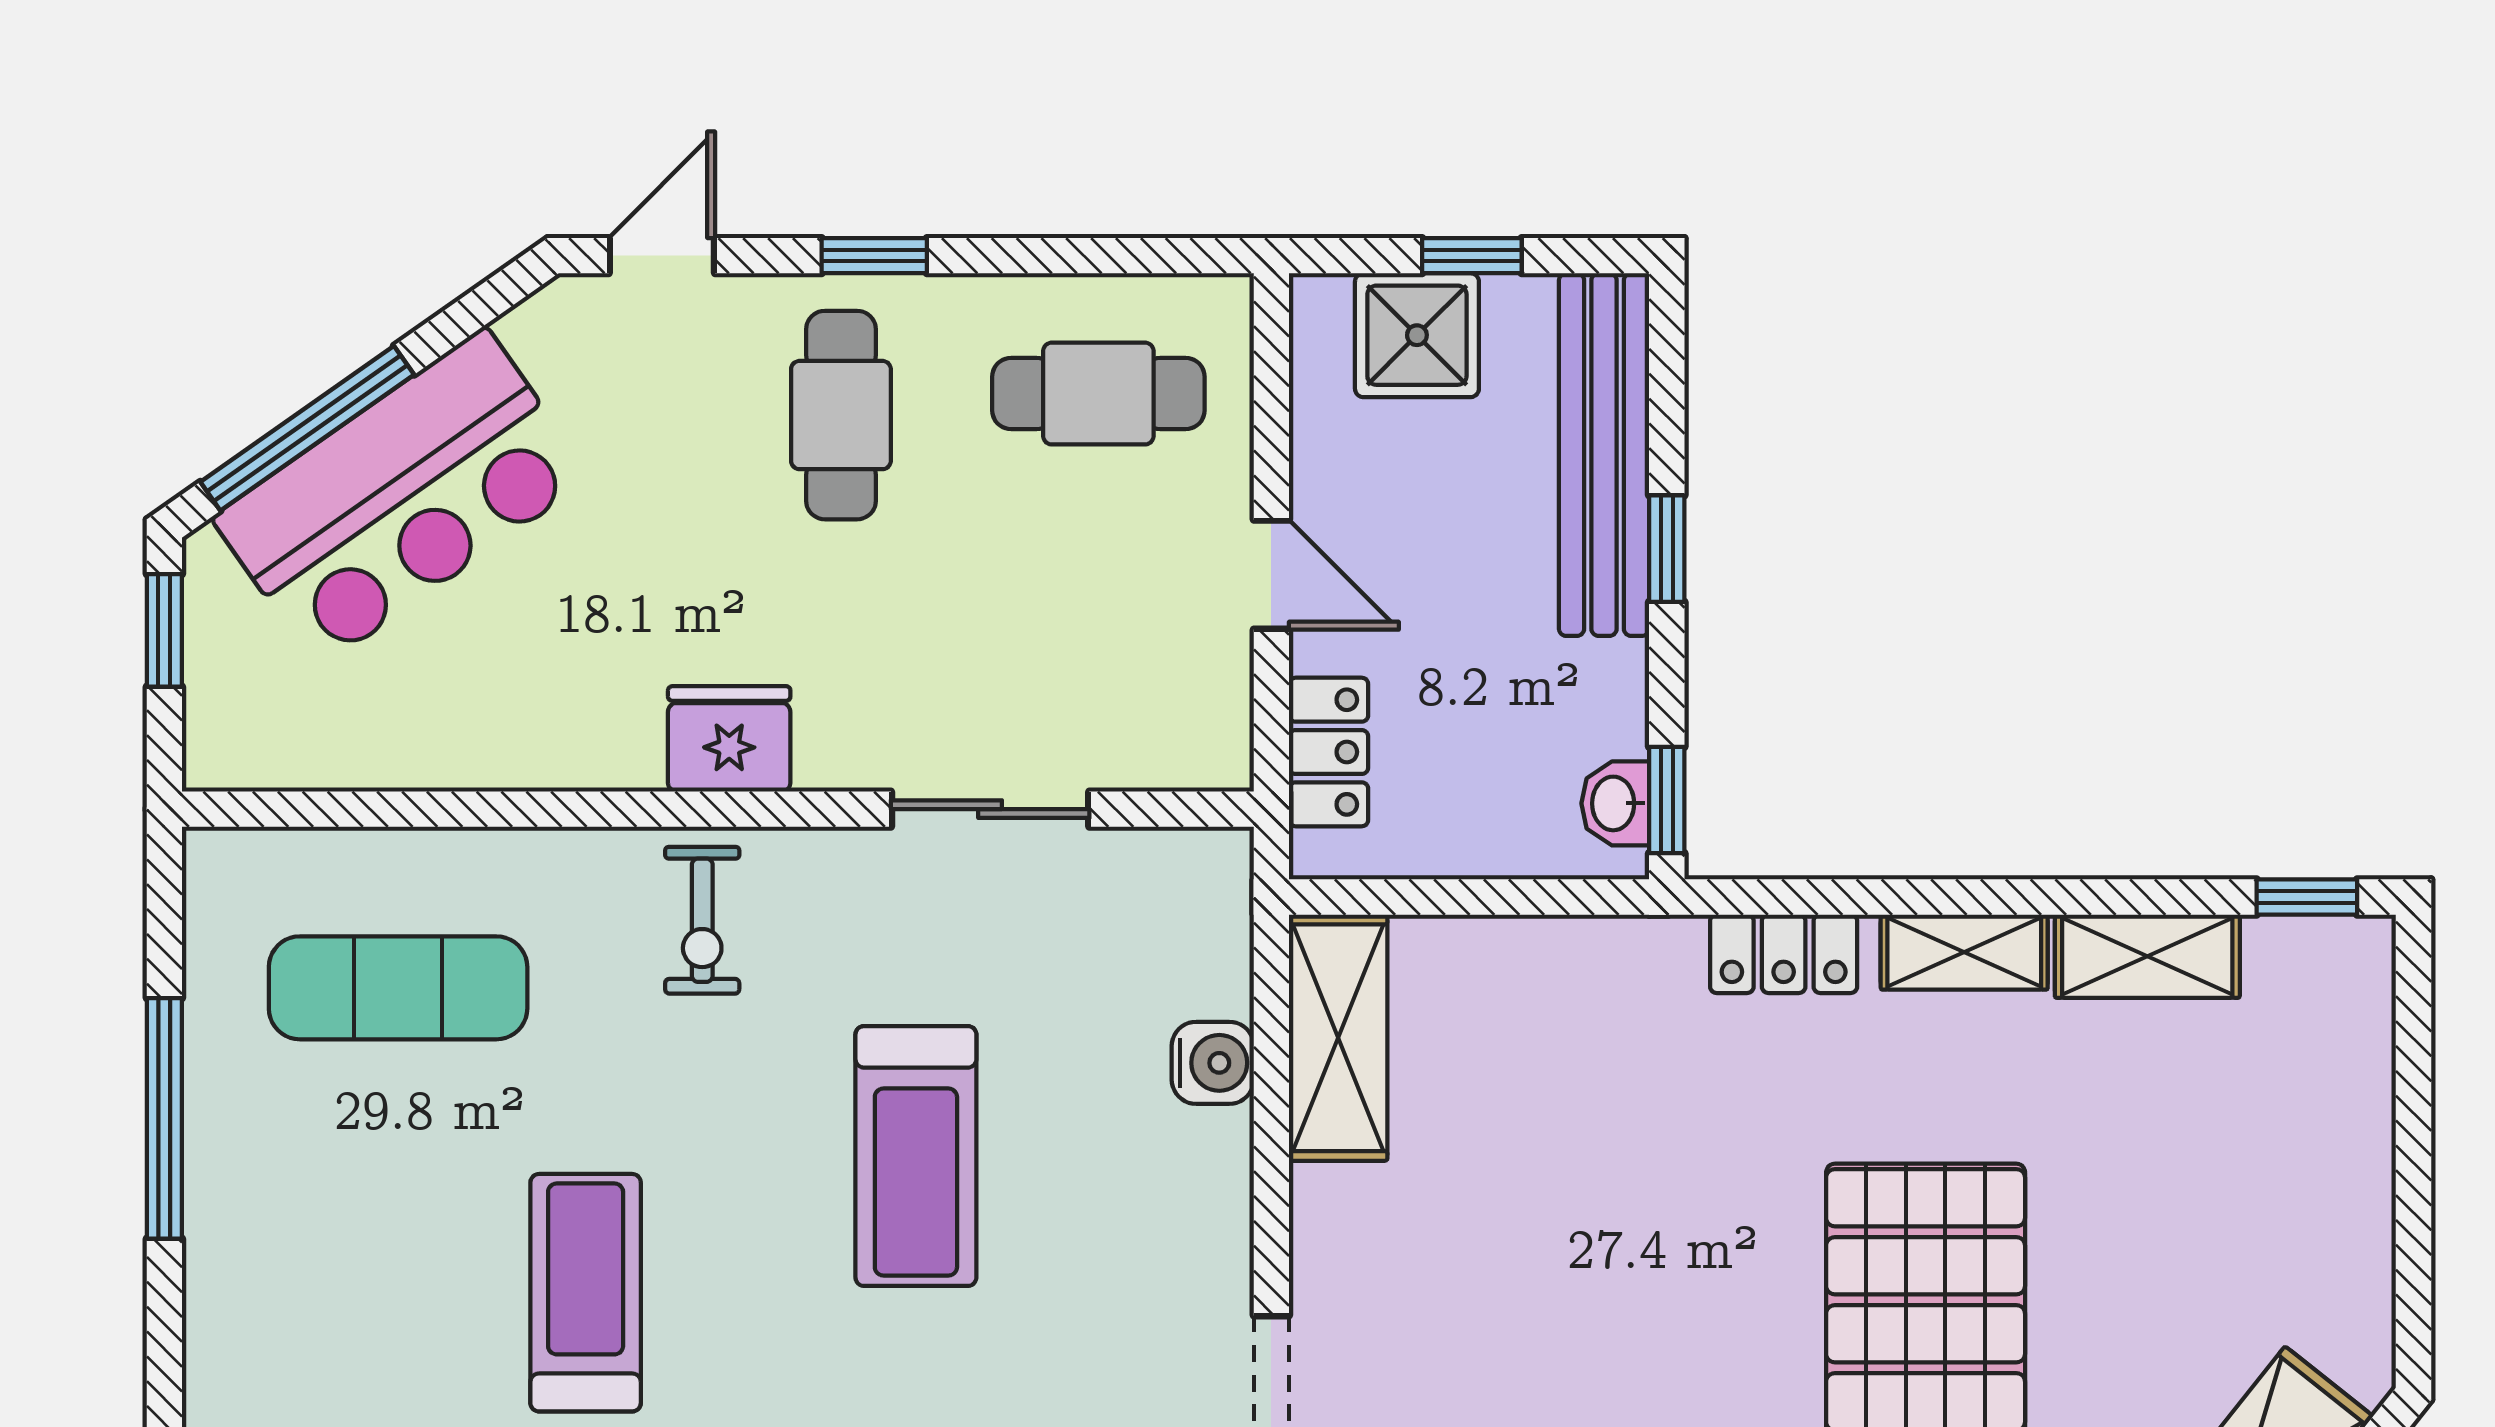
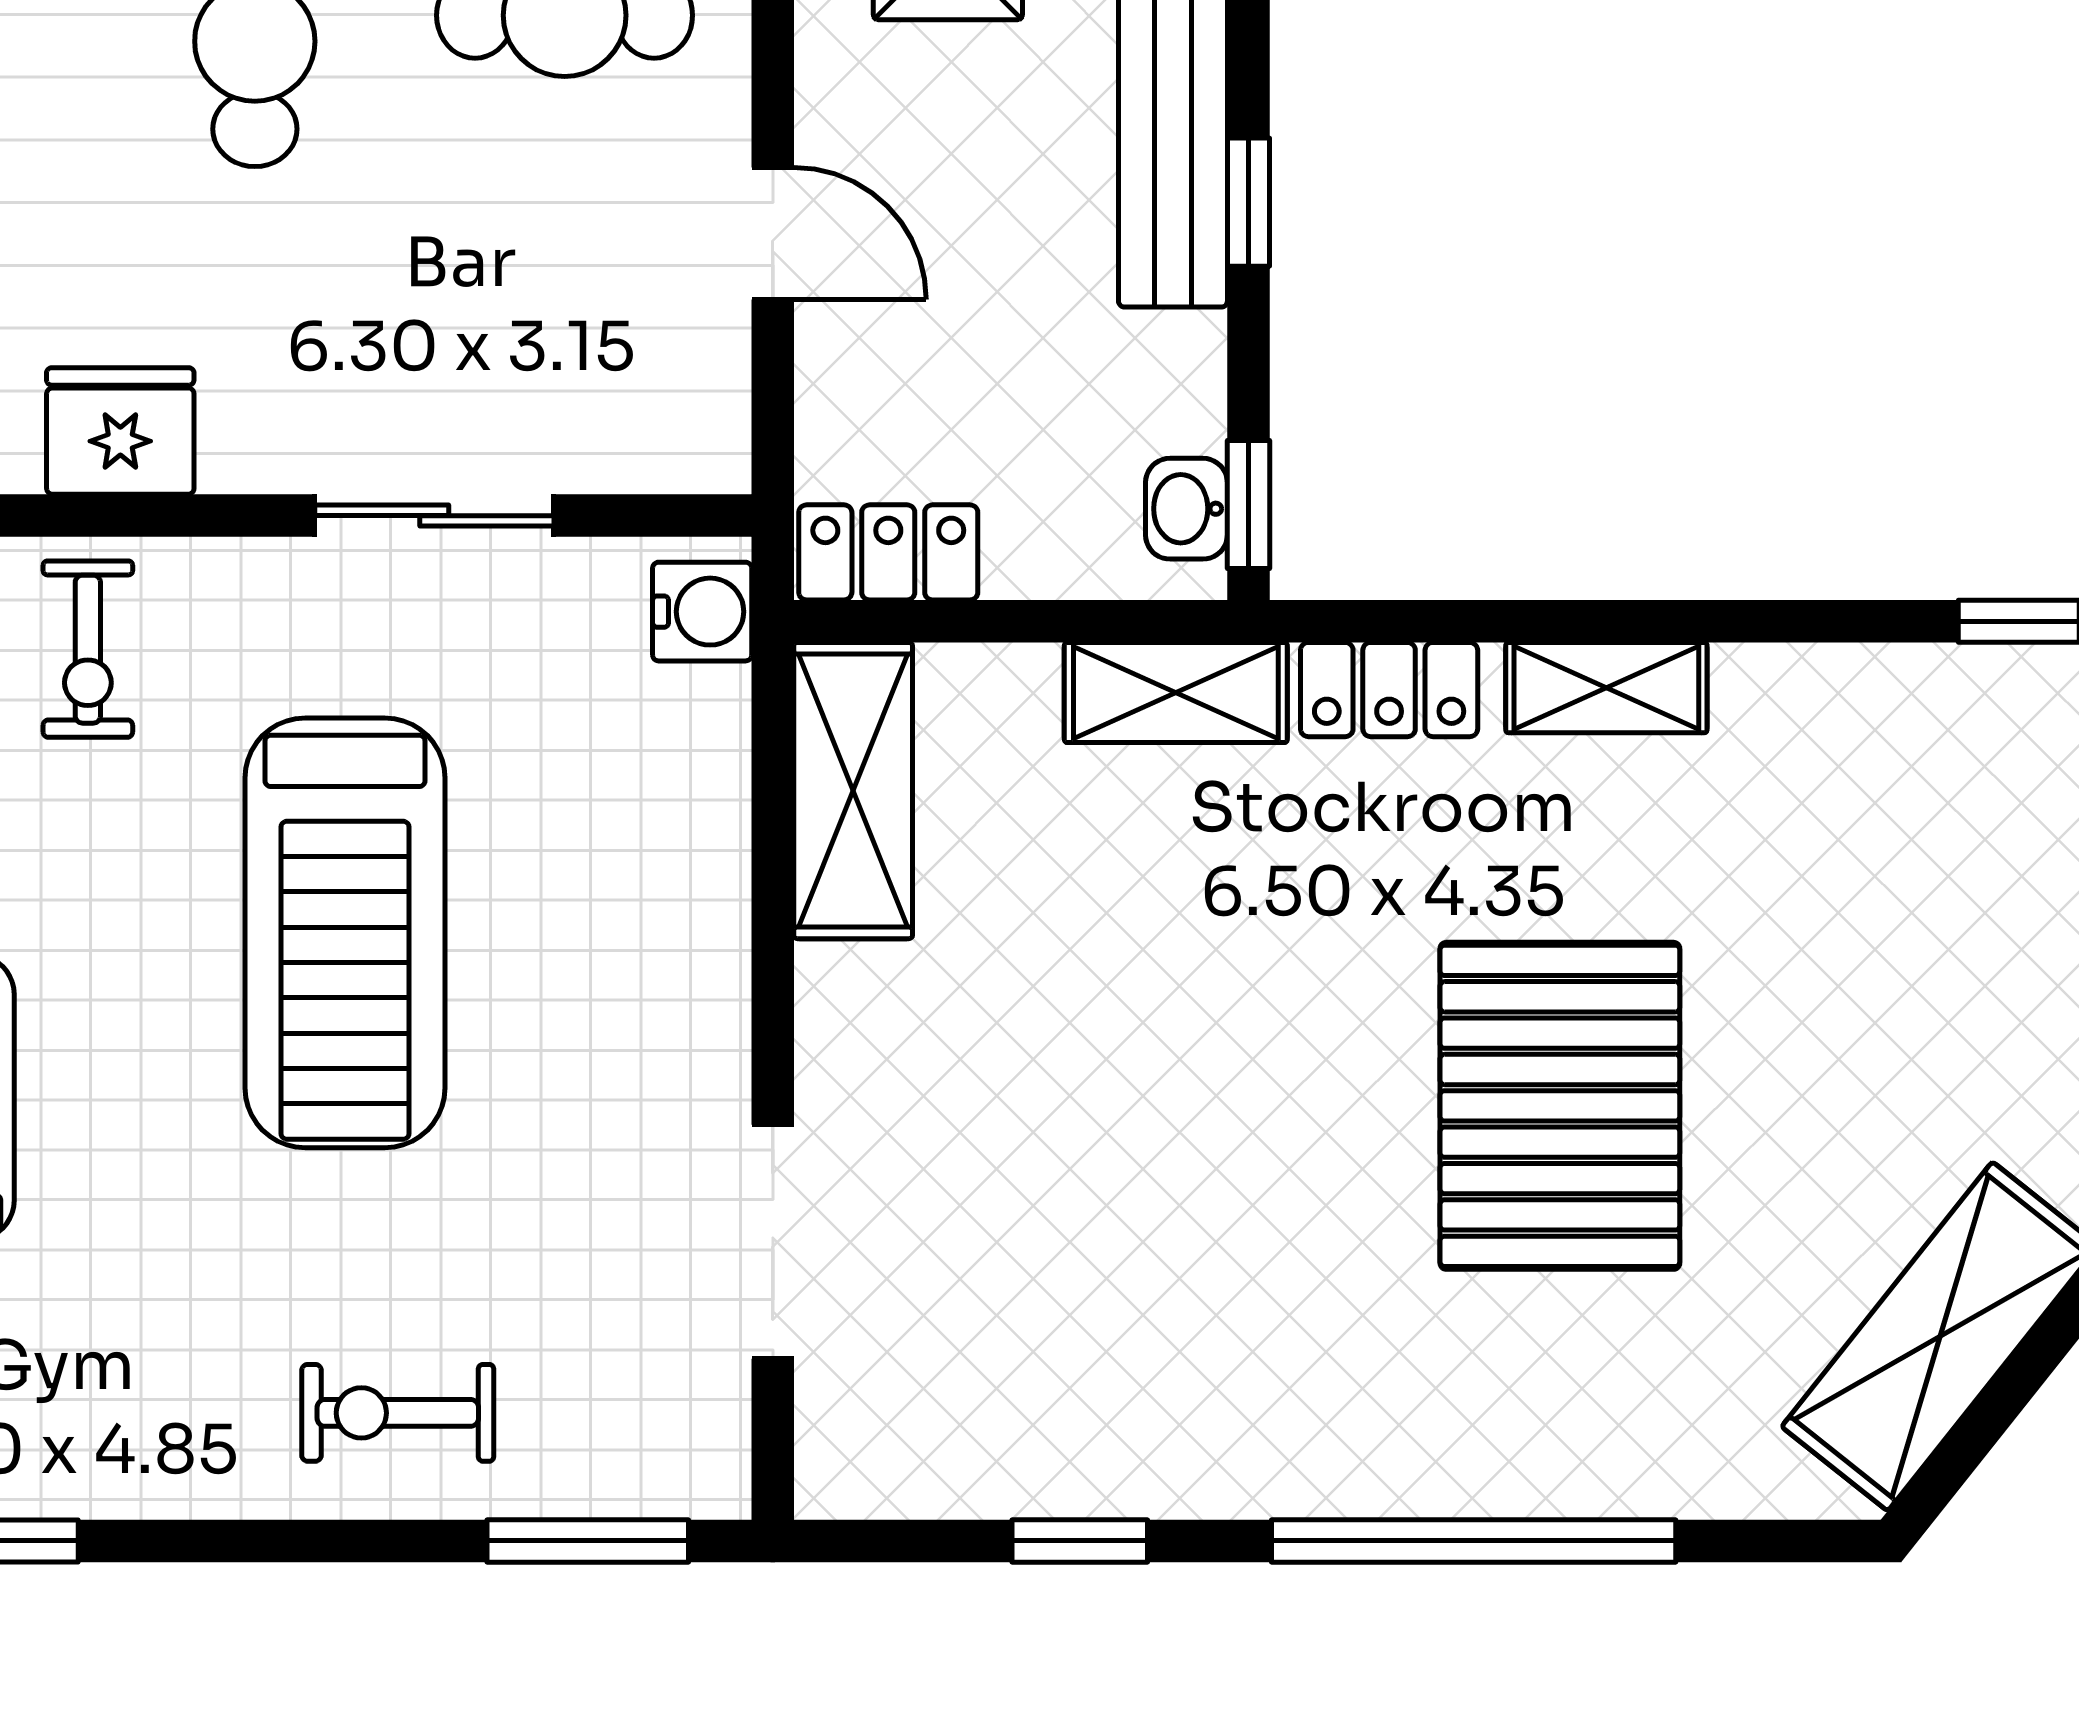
locker: (1329, 752) -> (888, 552), moved, turned -90
shelving: (2147, 956) -> (1176, 692), moved
water cooler: (1213, 1063) -> (702, 612), moved
treadmill: (916, 1156) -> (345, 933), width x1.37, depth x1.38

